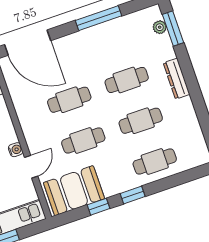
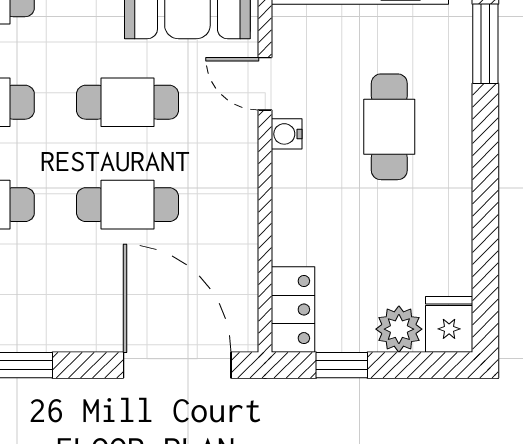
door: (31, 167) -> (265, 84), hinge flipped

